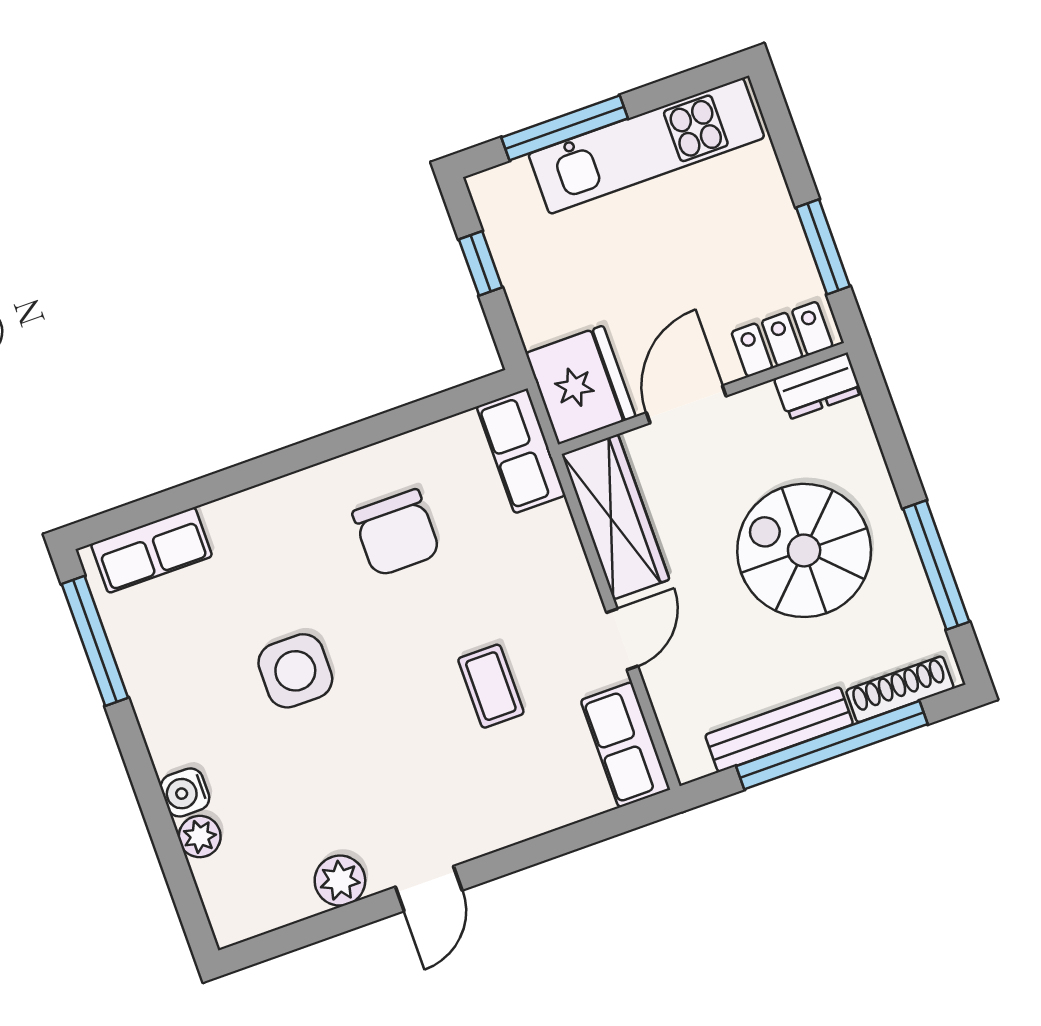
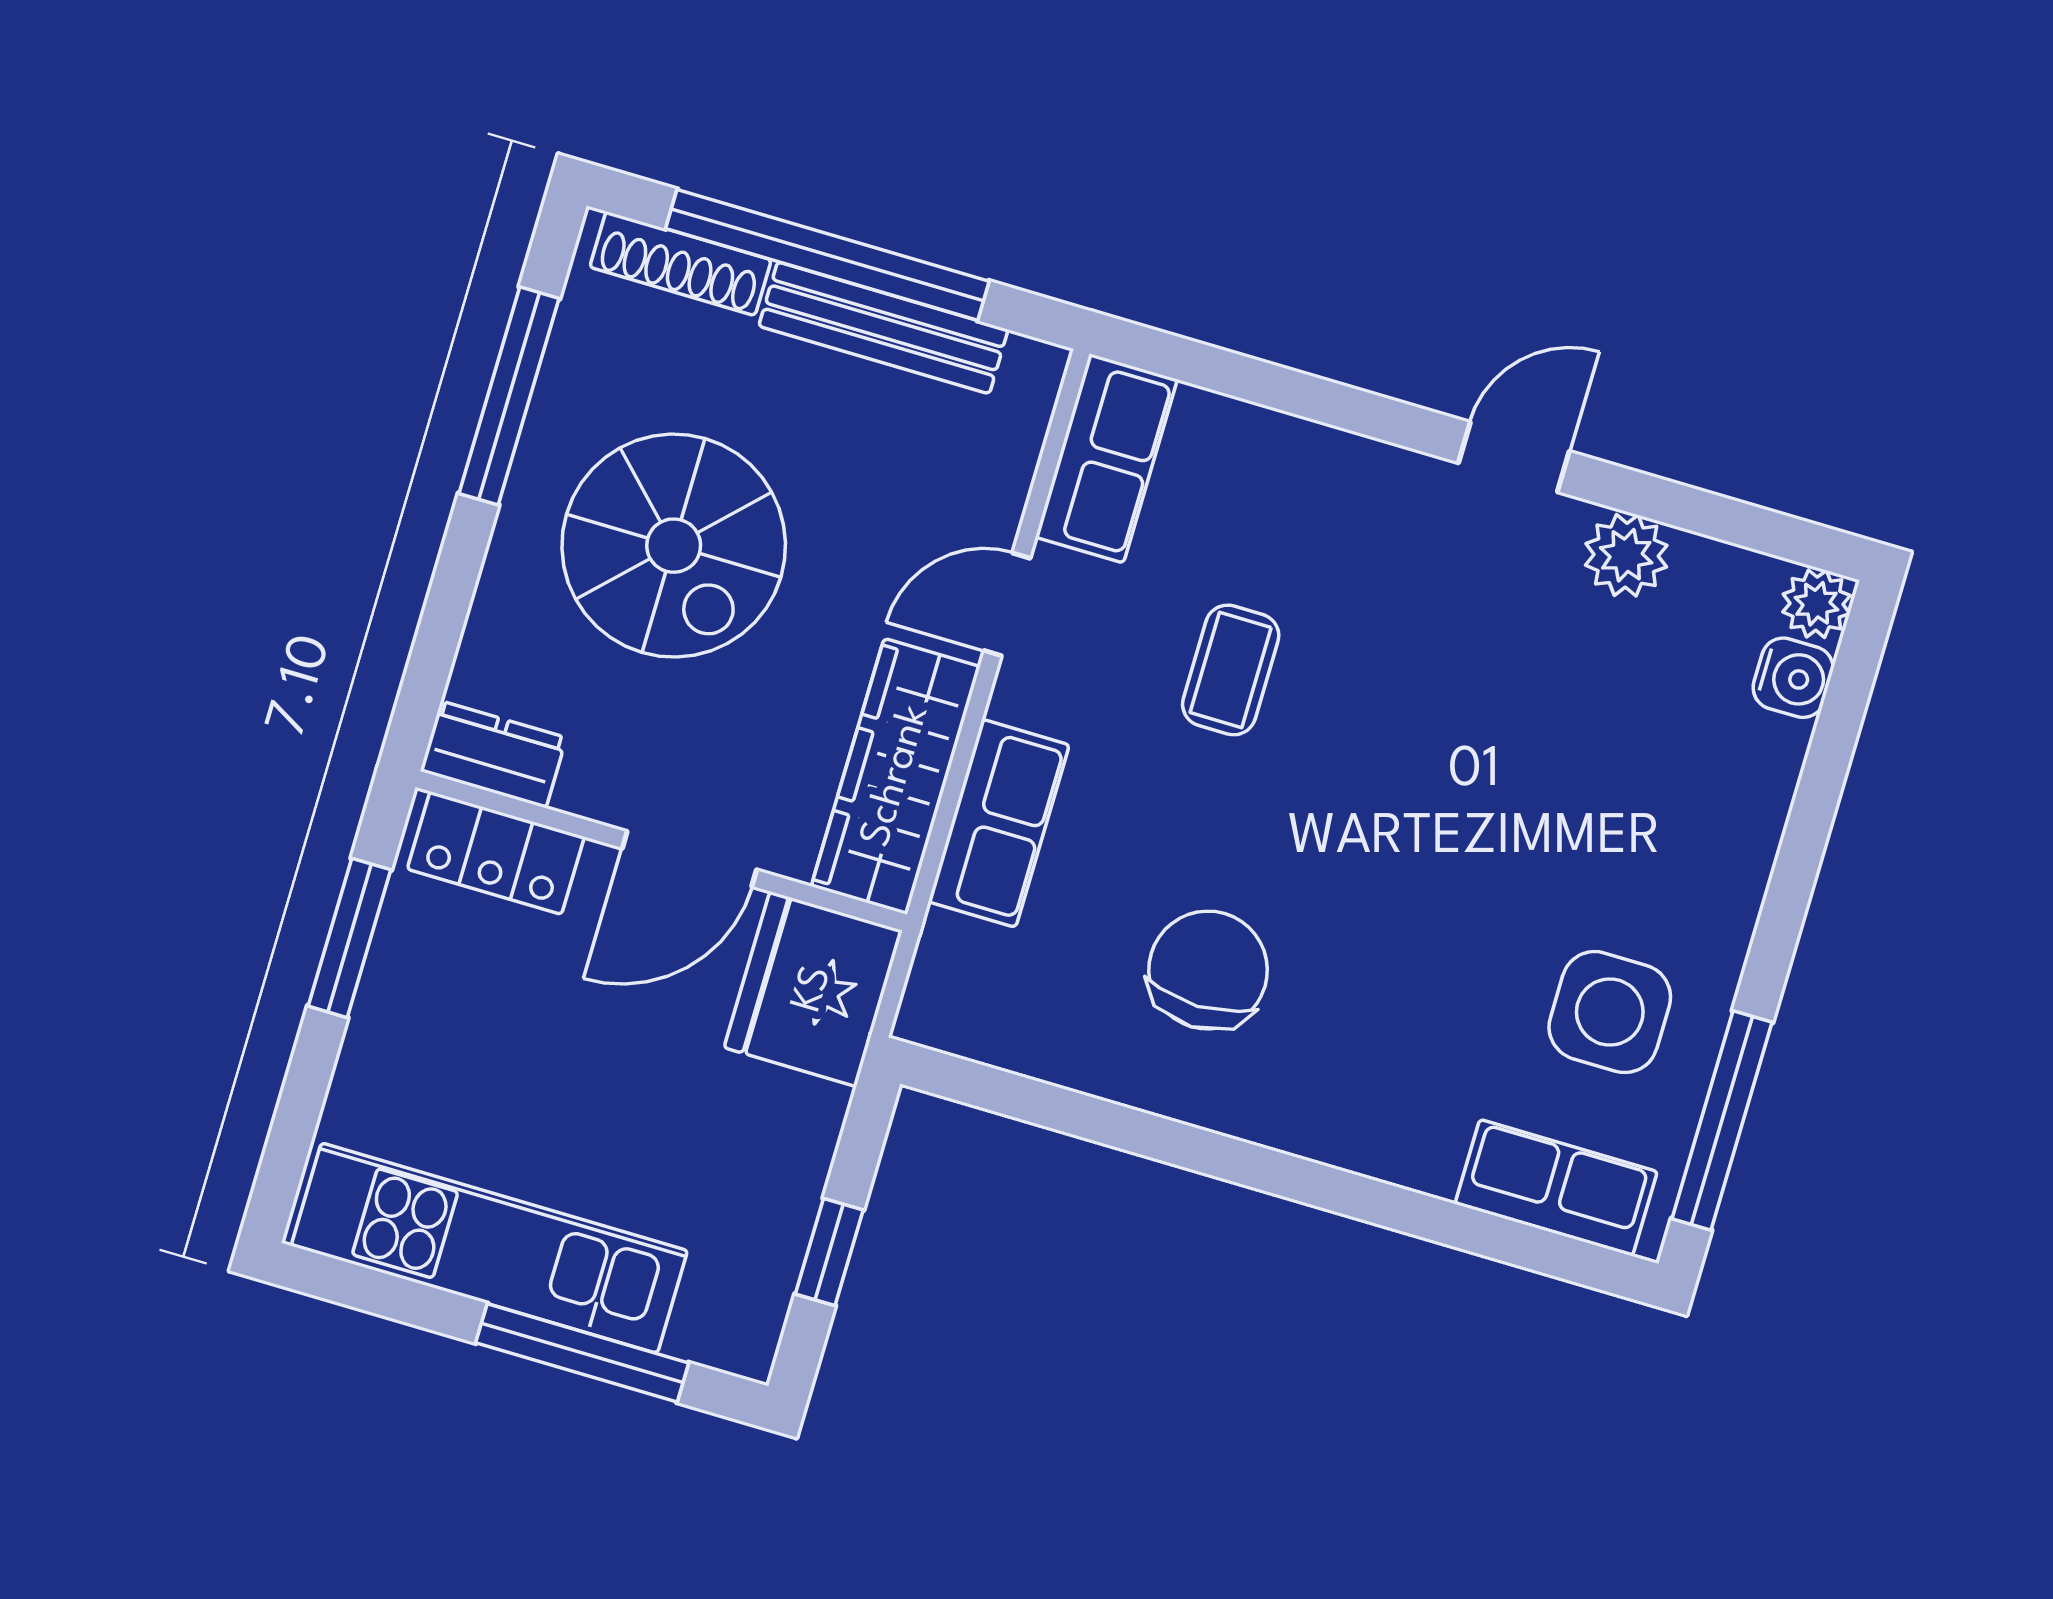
row of seats: (521, 451) -> (999, 823), moved
side table: (295, 671) -> (1610, 1012), moved
water cooler: (185, 792) -> (1793, 678), moved
plant: (200, 836) -> (1816, 604), moved

